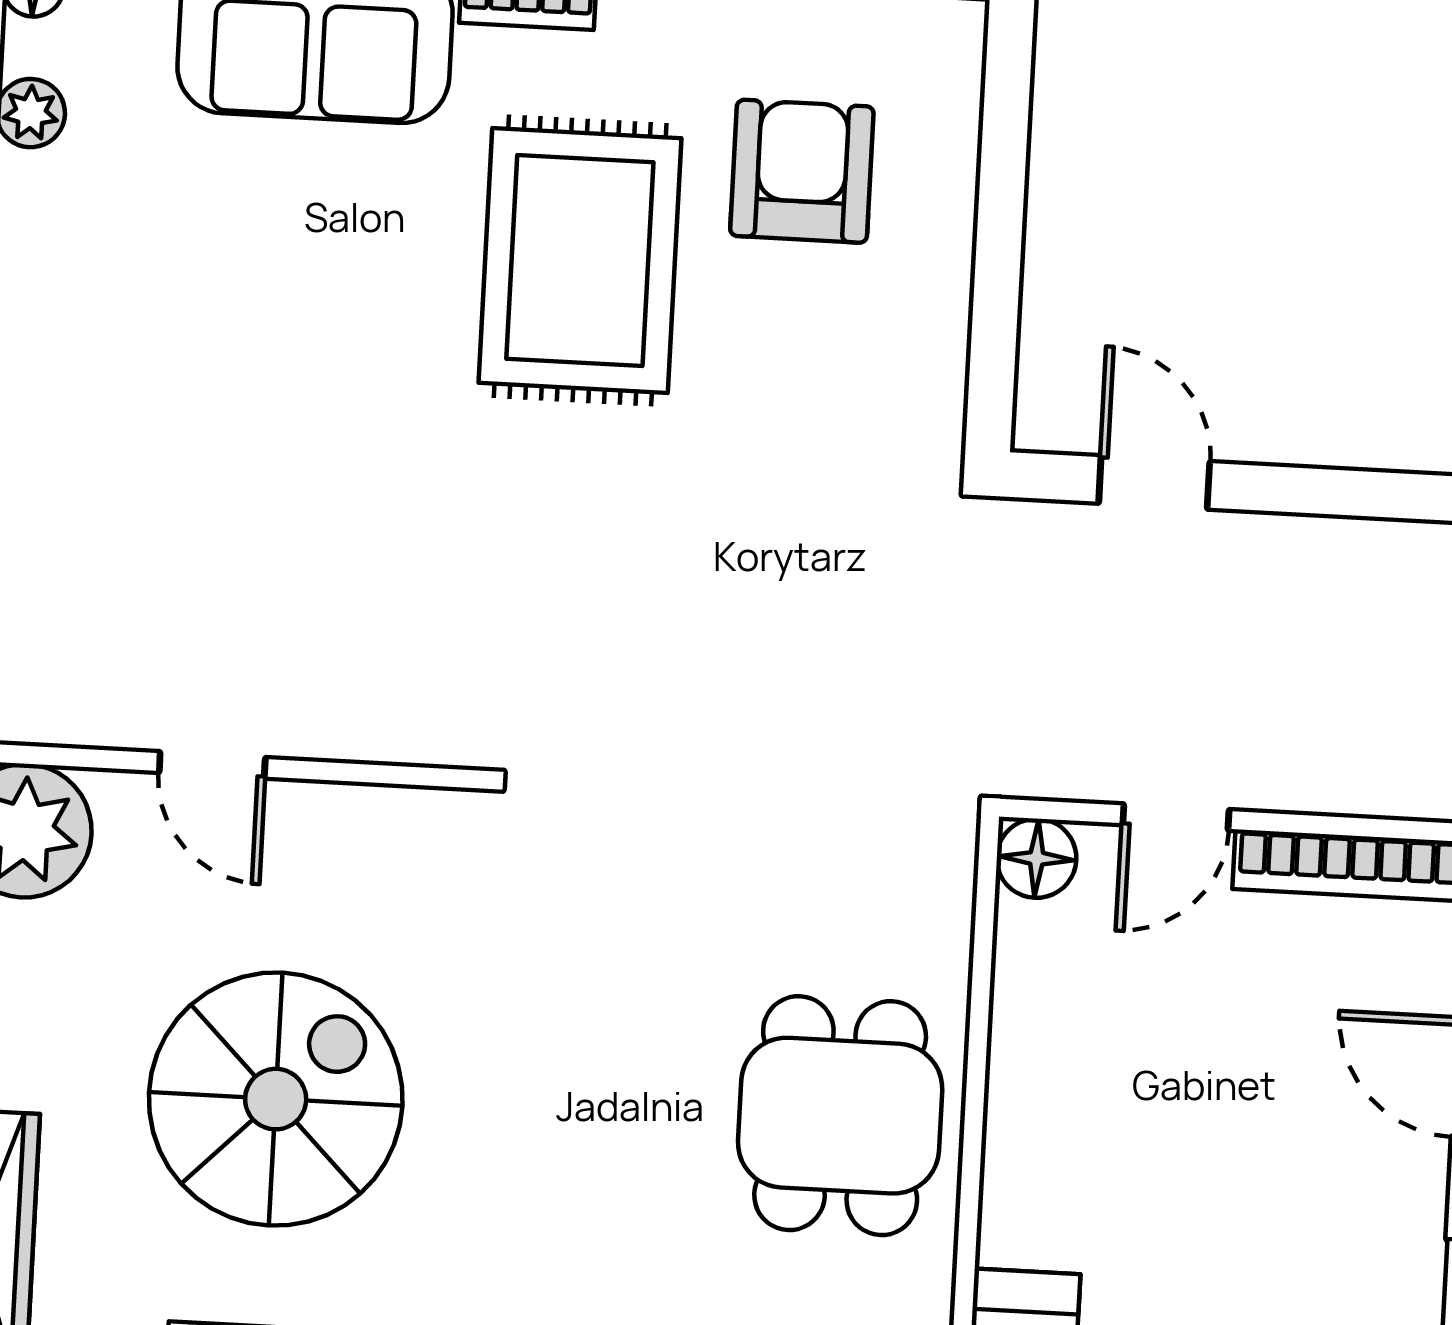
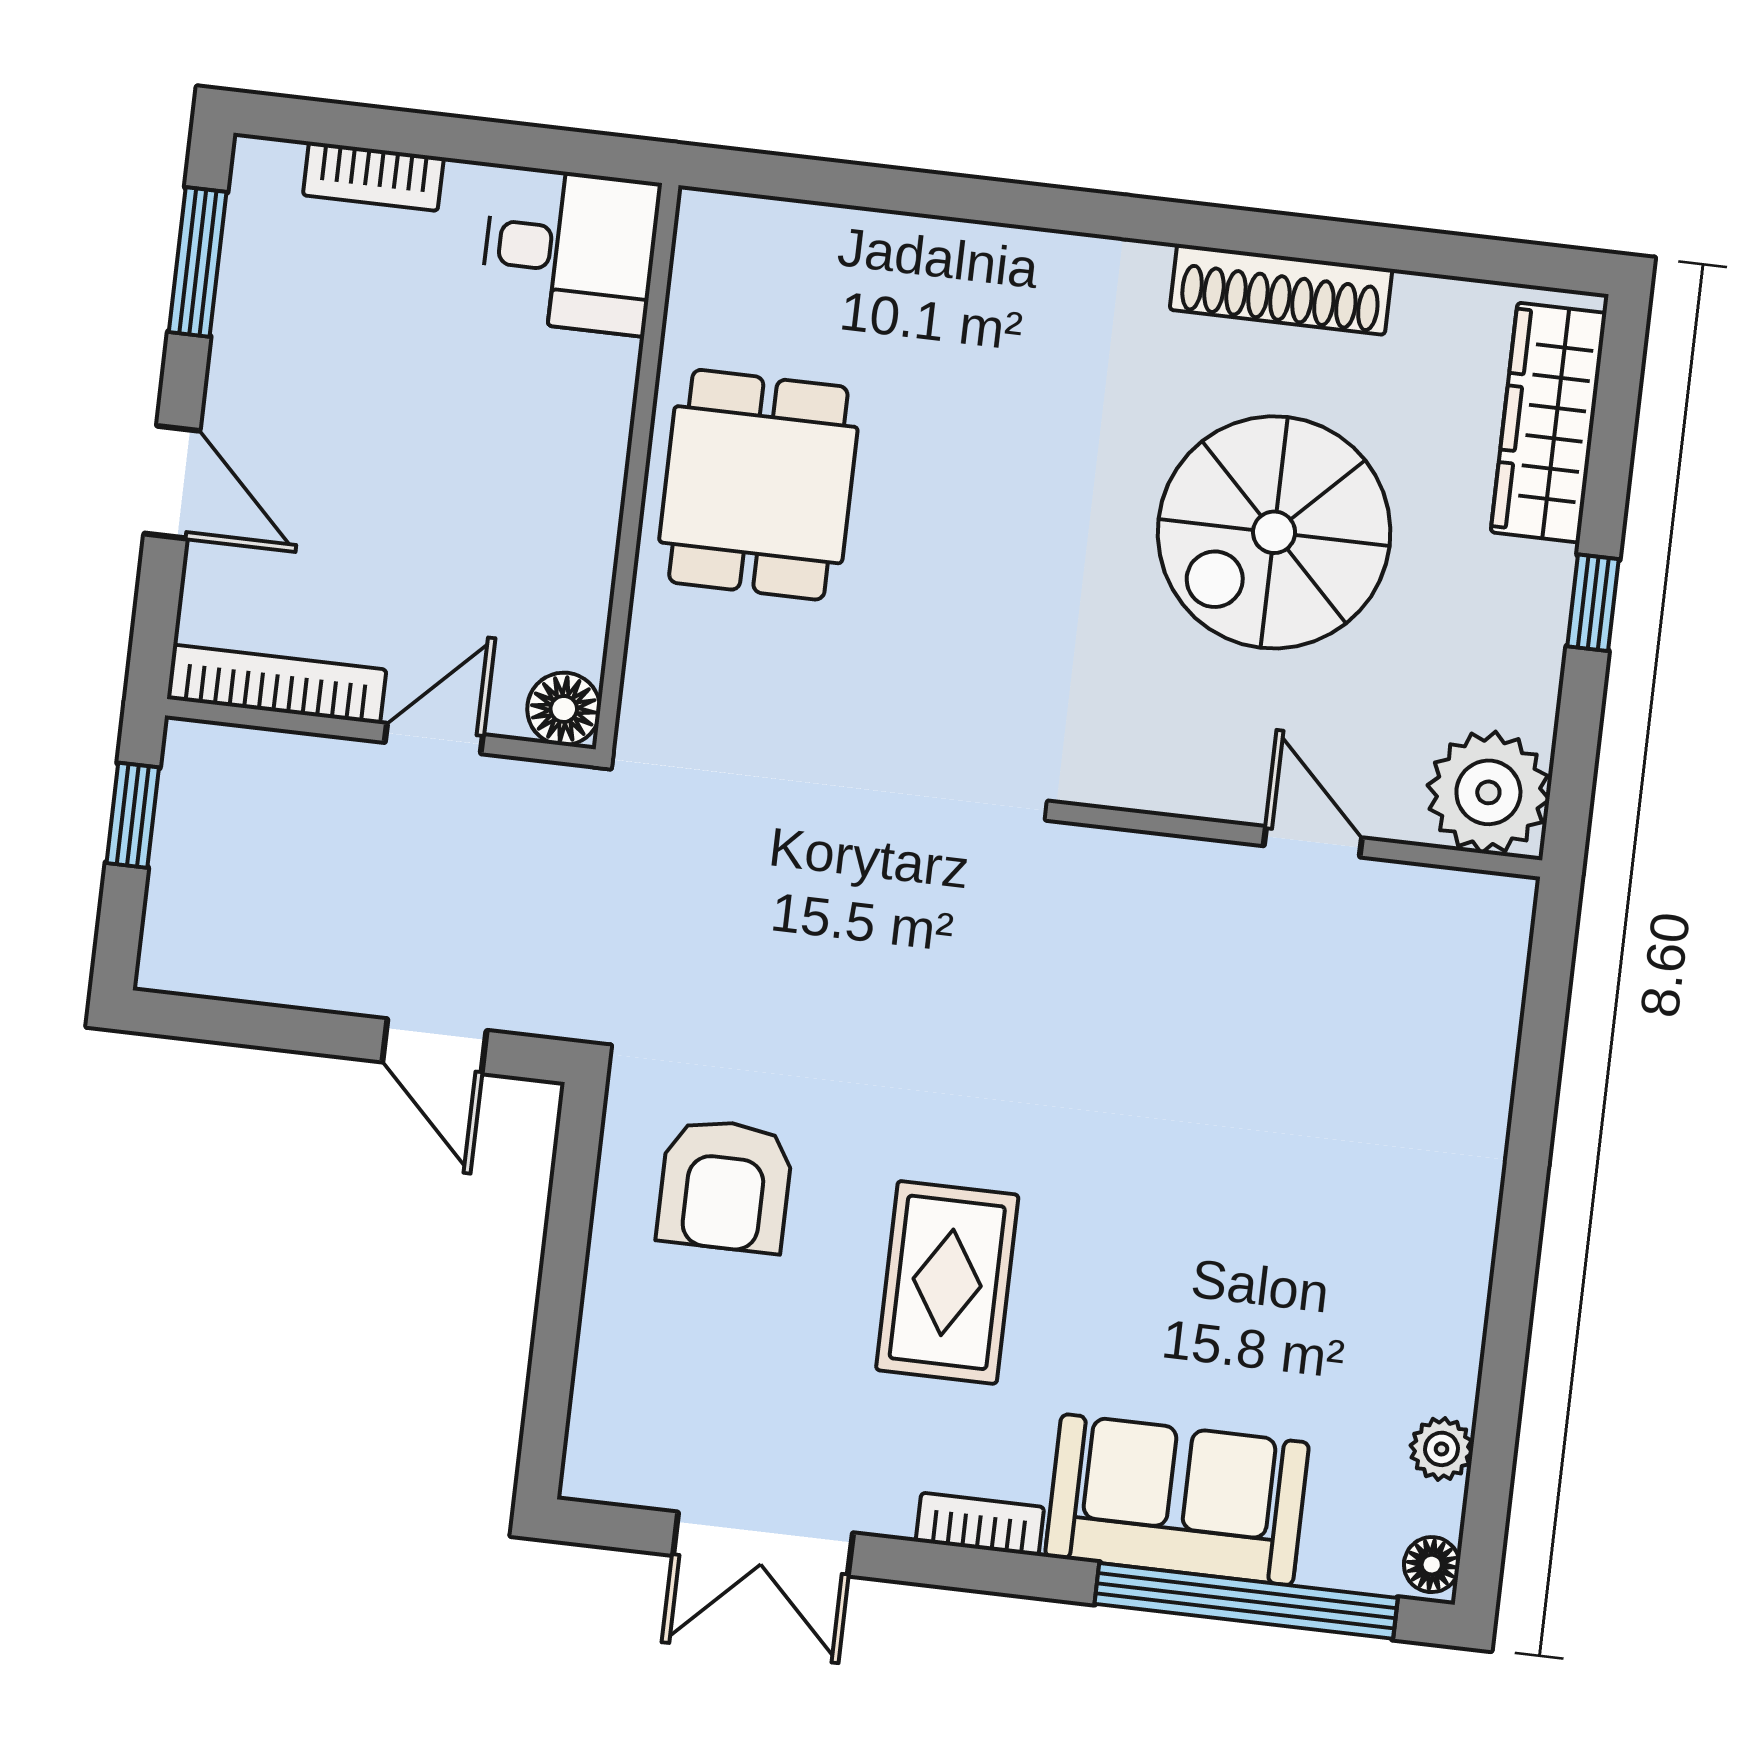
armchair: (802, 171) -> (725, 1185), moved
rug: (580, 260) -> (947, 1282), width x0.73, depth x0.70

